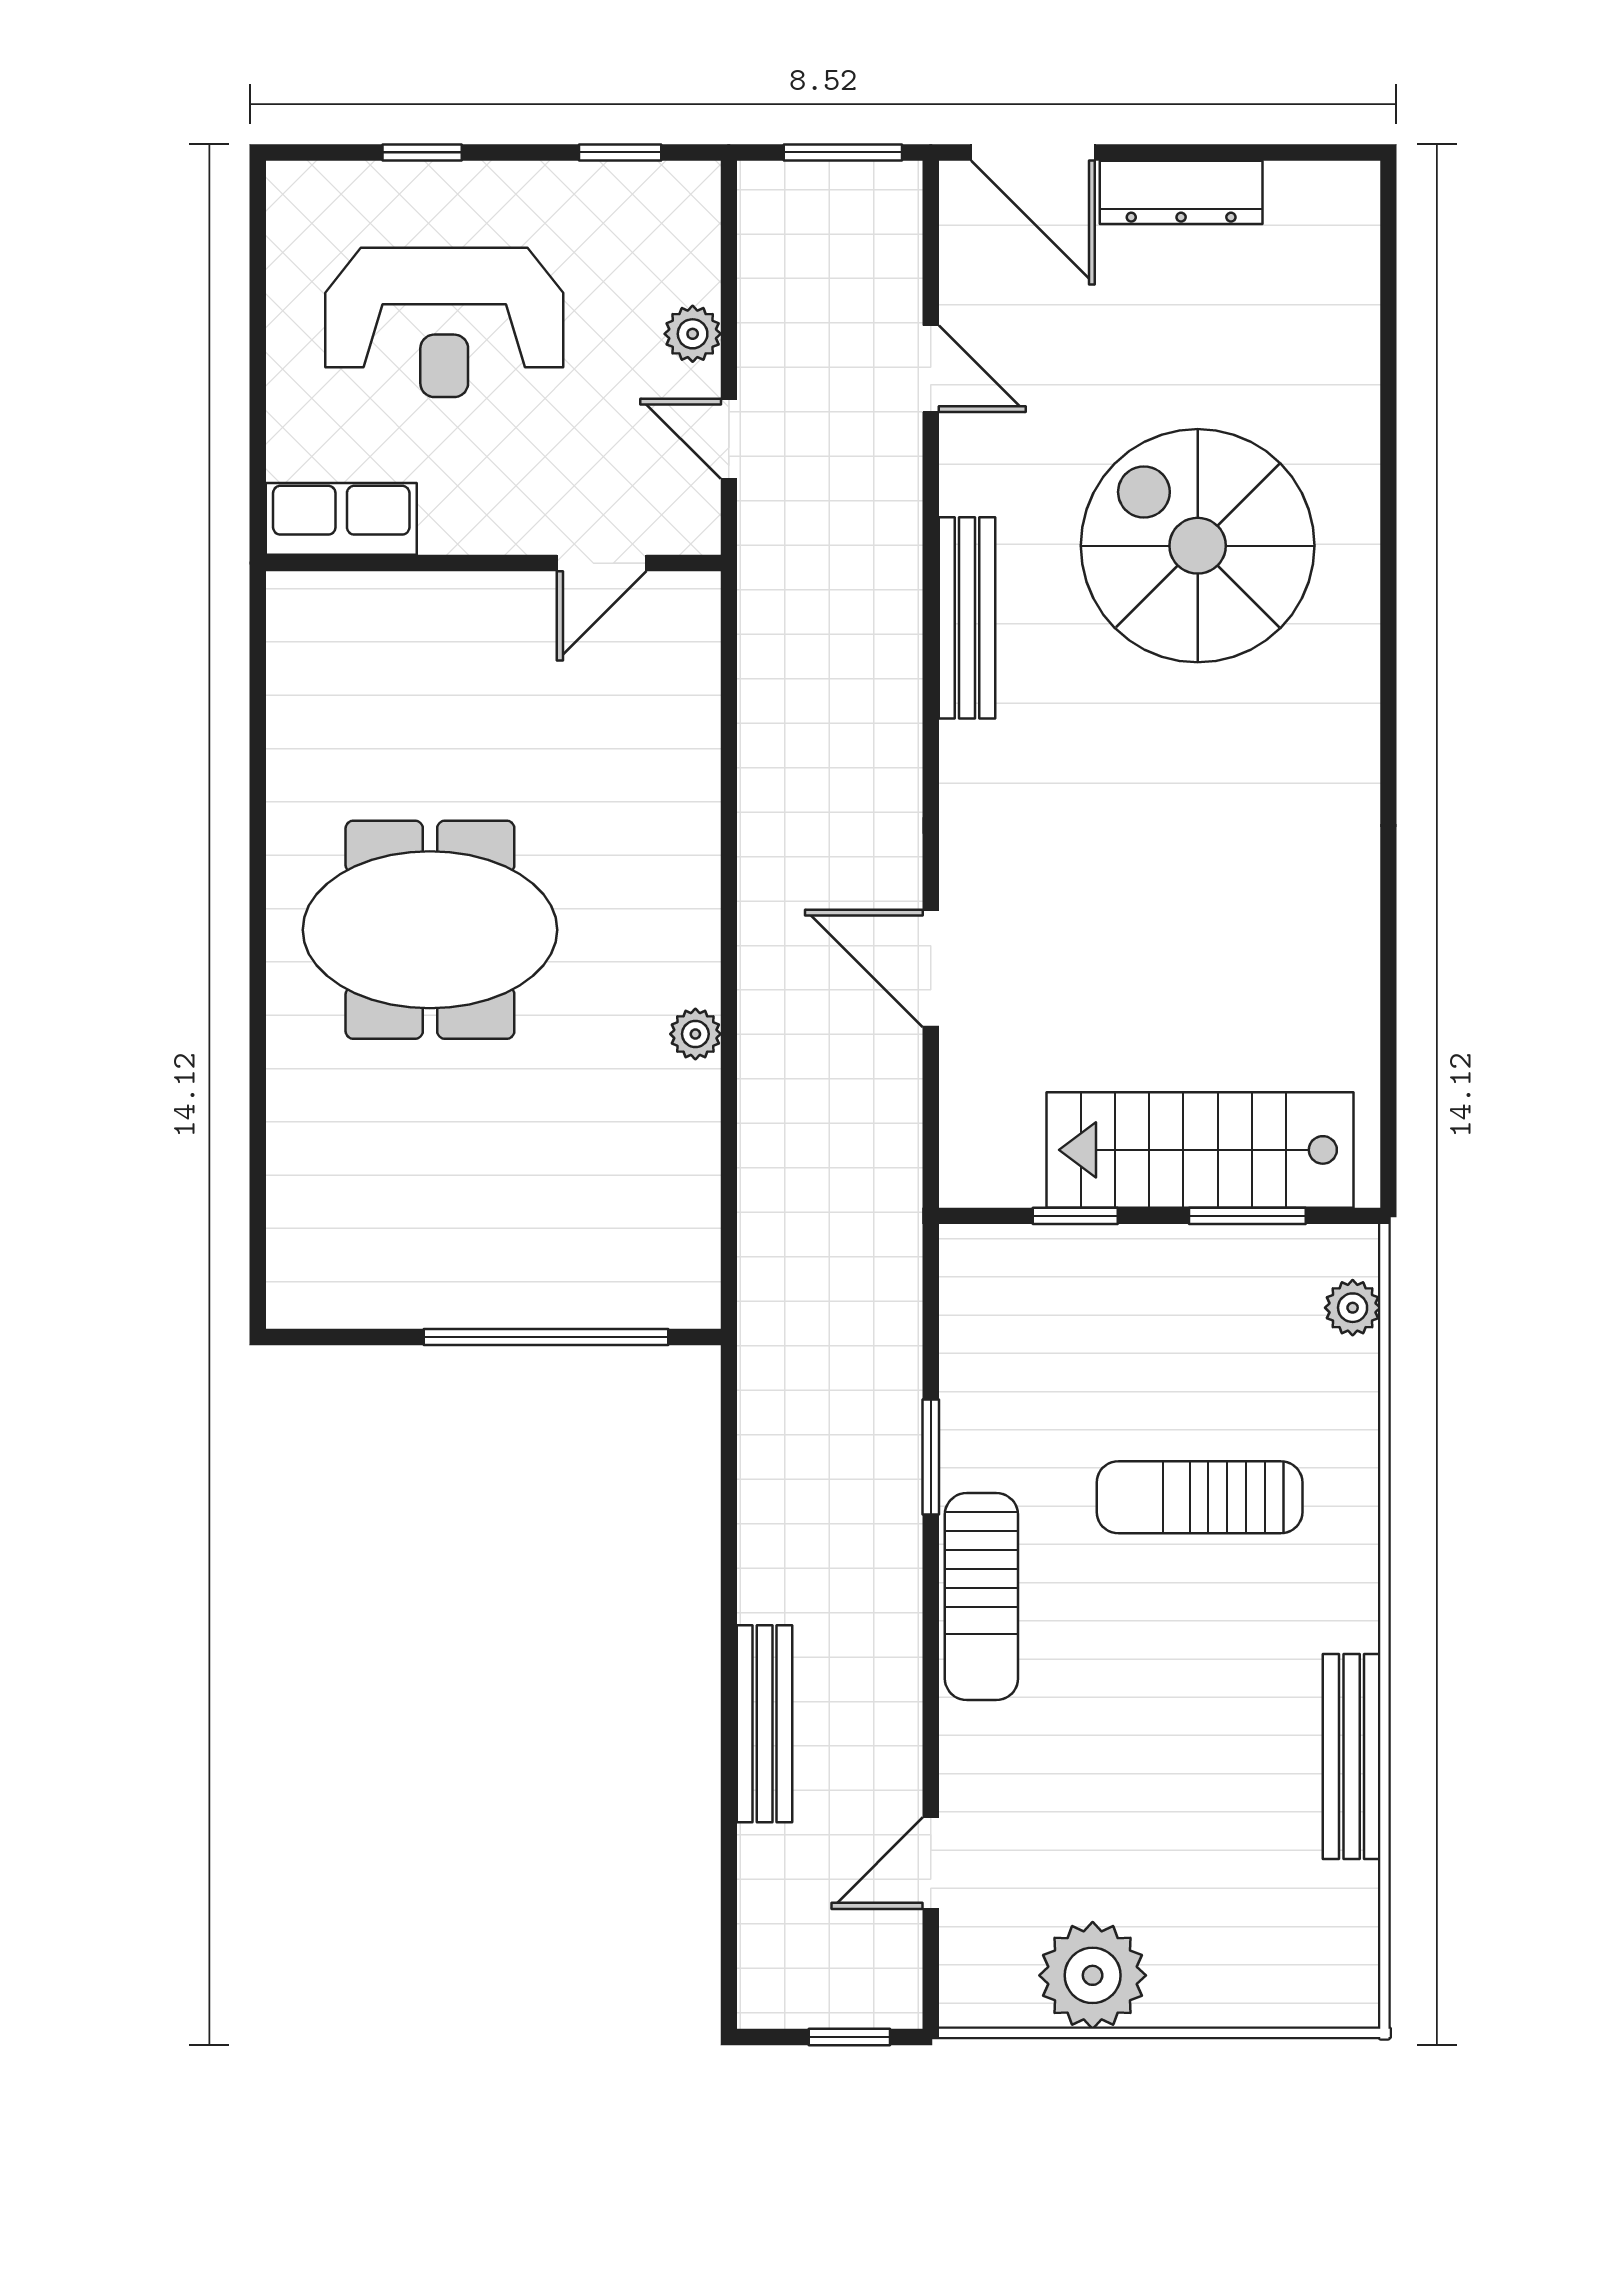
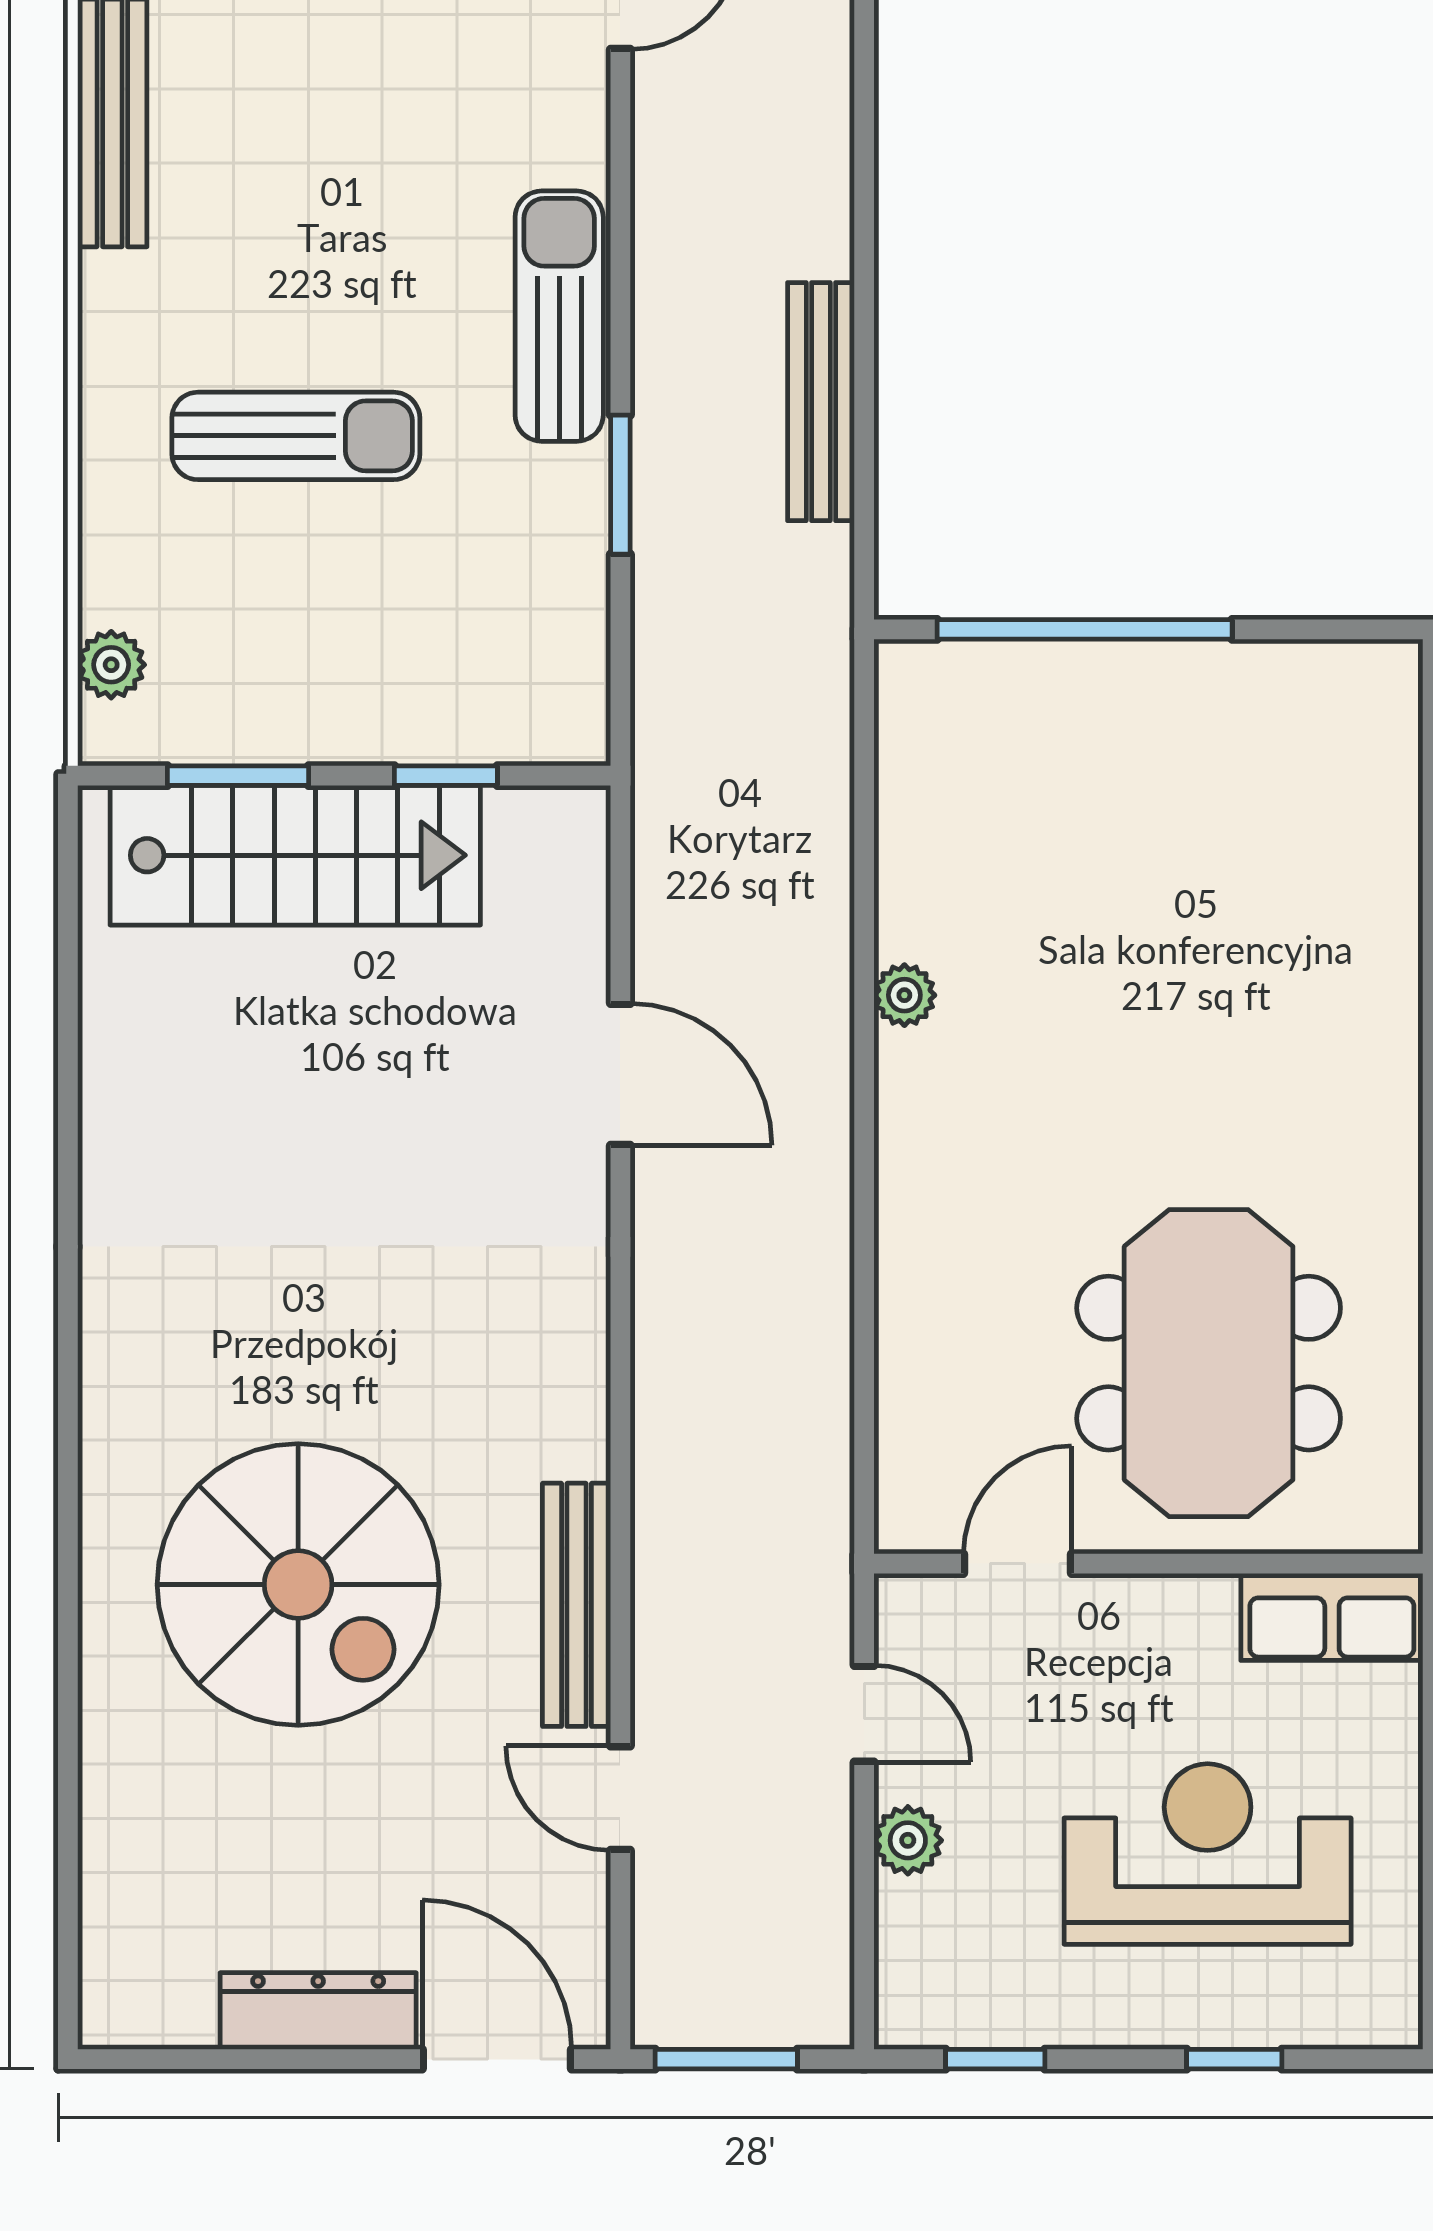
bench: (967, 618) -> (577, 1605), moved
meeting table: (430, 930) -> (1209, 1363), moved, turned 90
bench: (765, 1724) -> (821, 402), moved

